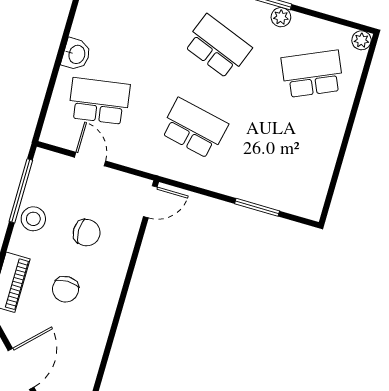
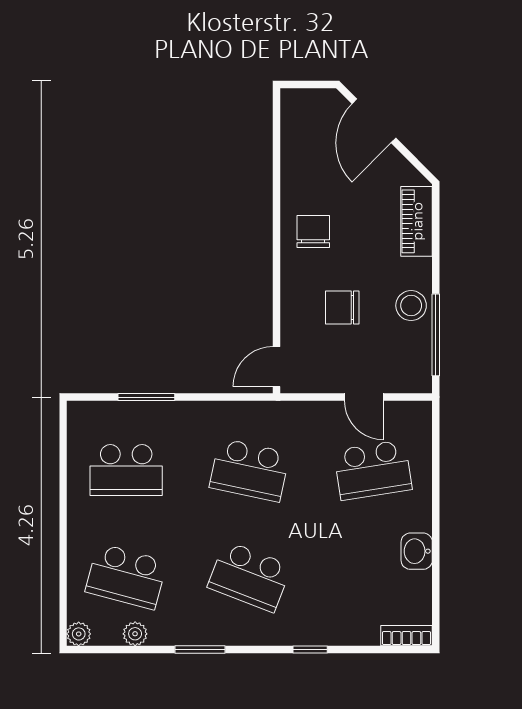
plant: (281, 17) -> (135, 634), moved
washbasin: (76, 54) -> (417, 551), moved
school desk: (312, 74) -> (126, 576), turned 39
school desk: (289, 156) -> (126, 470), added
chair: (66, 289) -> (313, 232), moved

